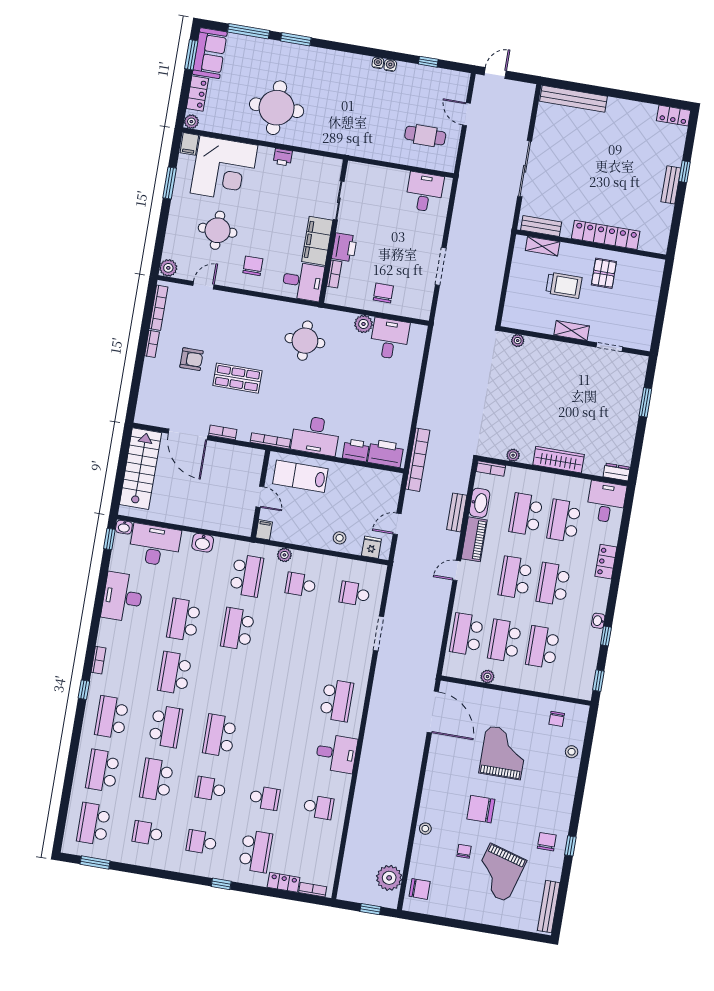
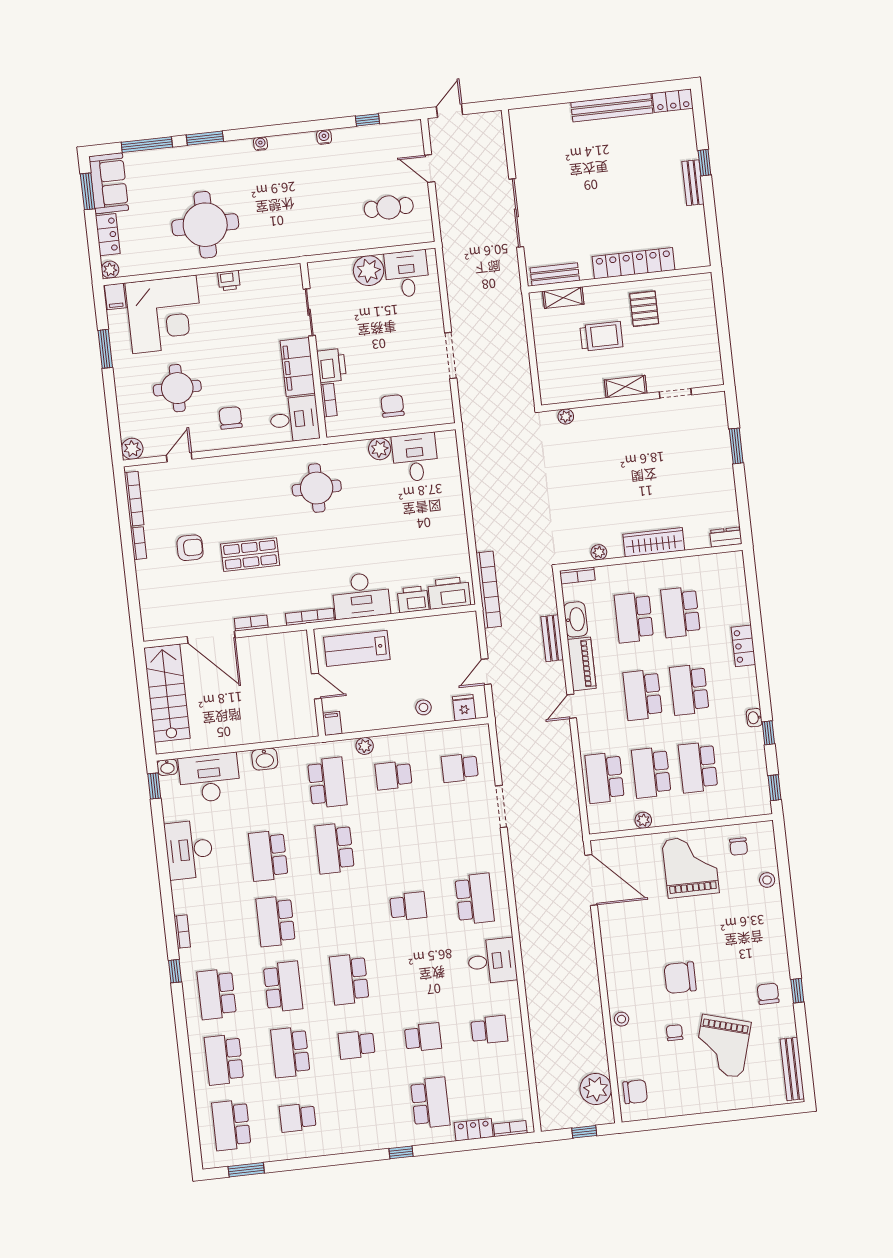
water cooler: (378, 63) -> (260, 144), moved
bench: (573, 99) -> (612, 108), moved
plant: (395, 181) -> (369, 271), added
desk: (606, 502) -> (724, 576), removed
grand piano: (503, 753) -> (691, 866), moved
school desk: (202, 842) -> (408, 906), moved, turned 180

